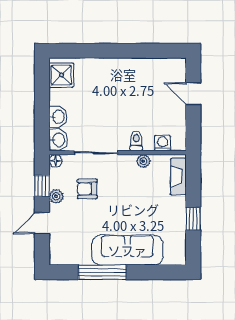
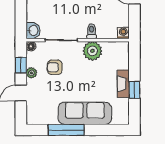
washbasin: (58, 117) -> (33, 13), removed
washing machine: (163, 143) -> (123, 33), moved
plant: (143, 161) -> (92, 51), width x1.87, depth x1.87
fireplace: (178, 177) -> (123, 84), moved

